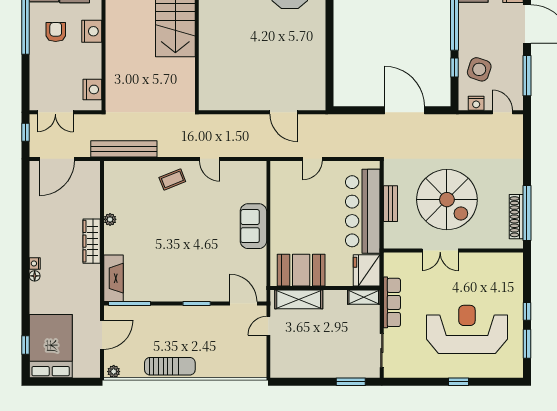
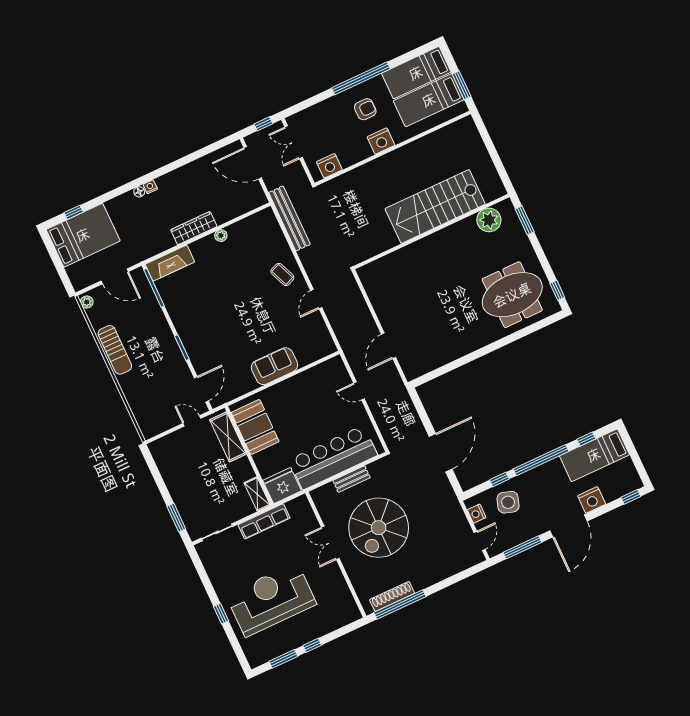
reception desk: (467, 329) -> (271, 599), turned -90

